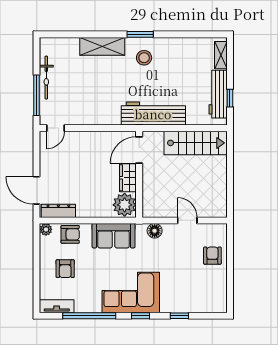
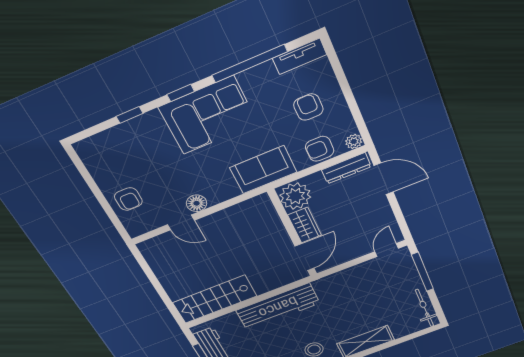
bicycle: (46, 78) -> (425, 308), moved
door: (139, 150) -> (305, 257), moved
wall: (139, 174) -> (293, 234), moved
wardrobe: (128, 178) -> (305, 225), moved
plant: (125, 205) -> (295, 196), moved
floor lamp: (155, 231) -> (197, 203), moved

